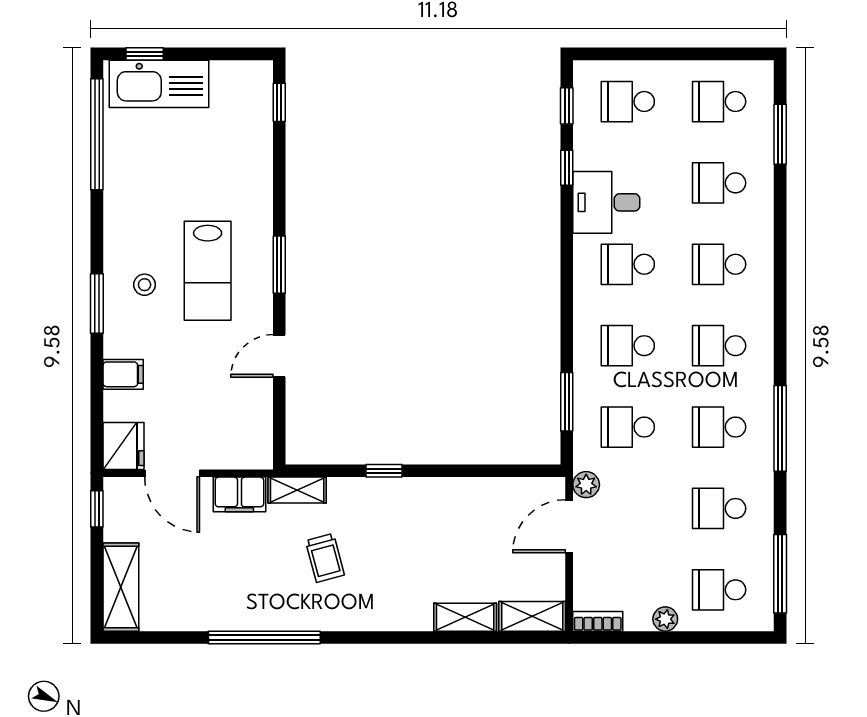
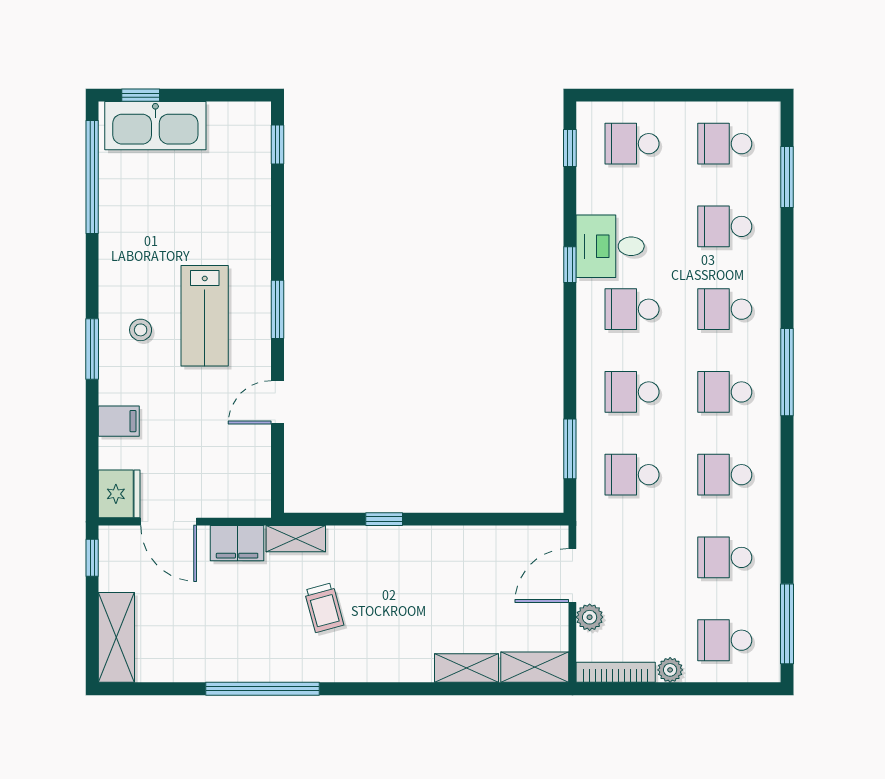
window: (567, 168) -> (570, 265), moved
window: (780, 428) -> (787, 372), moved
plant: (586, 485) -> (590, 617), moved
bookcase: (598, 621) -> (616, 672), width x1.56

